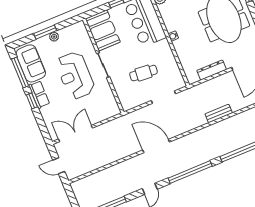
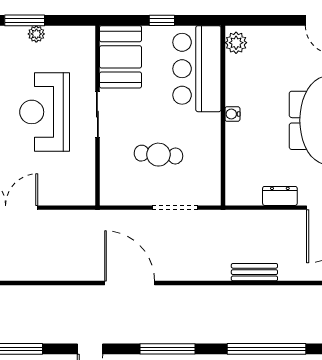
dresser: (212, 70) -> (280, 196), width x0.70
window: (190, 172) -> (168, 349), width x0.68

